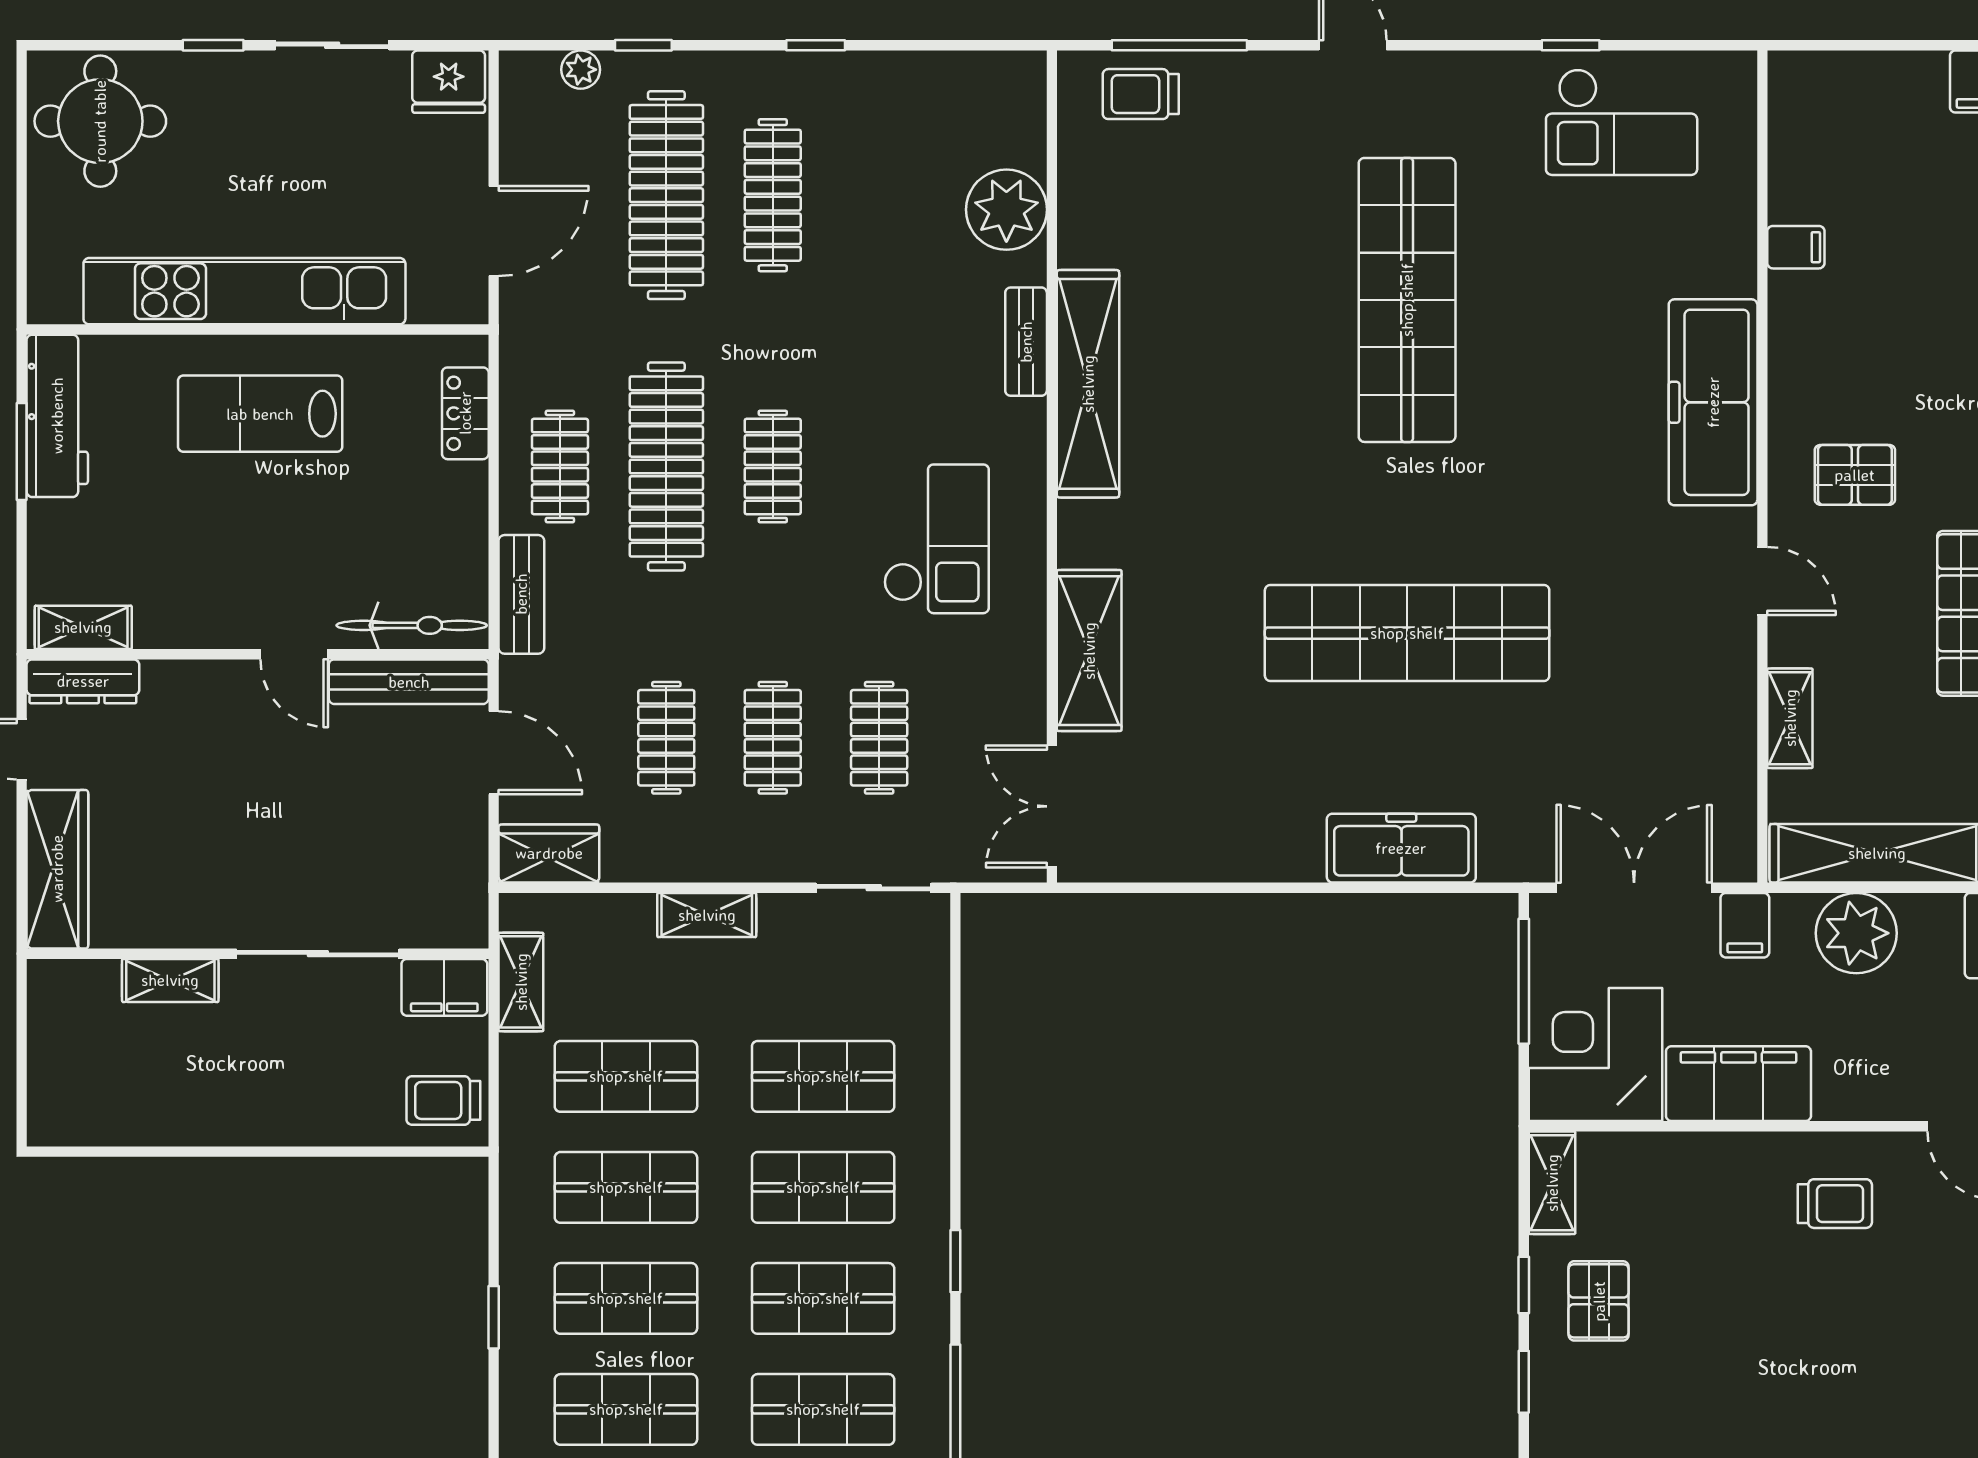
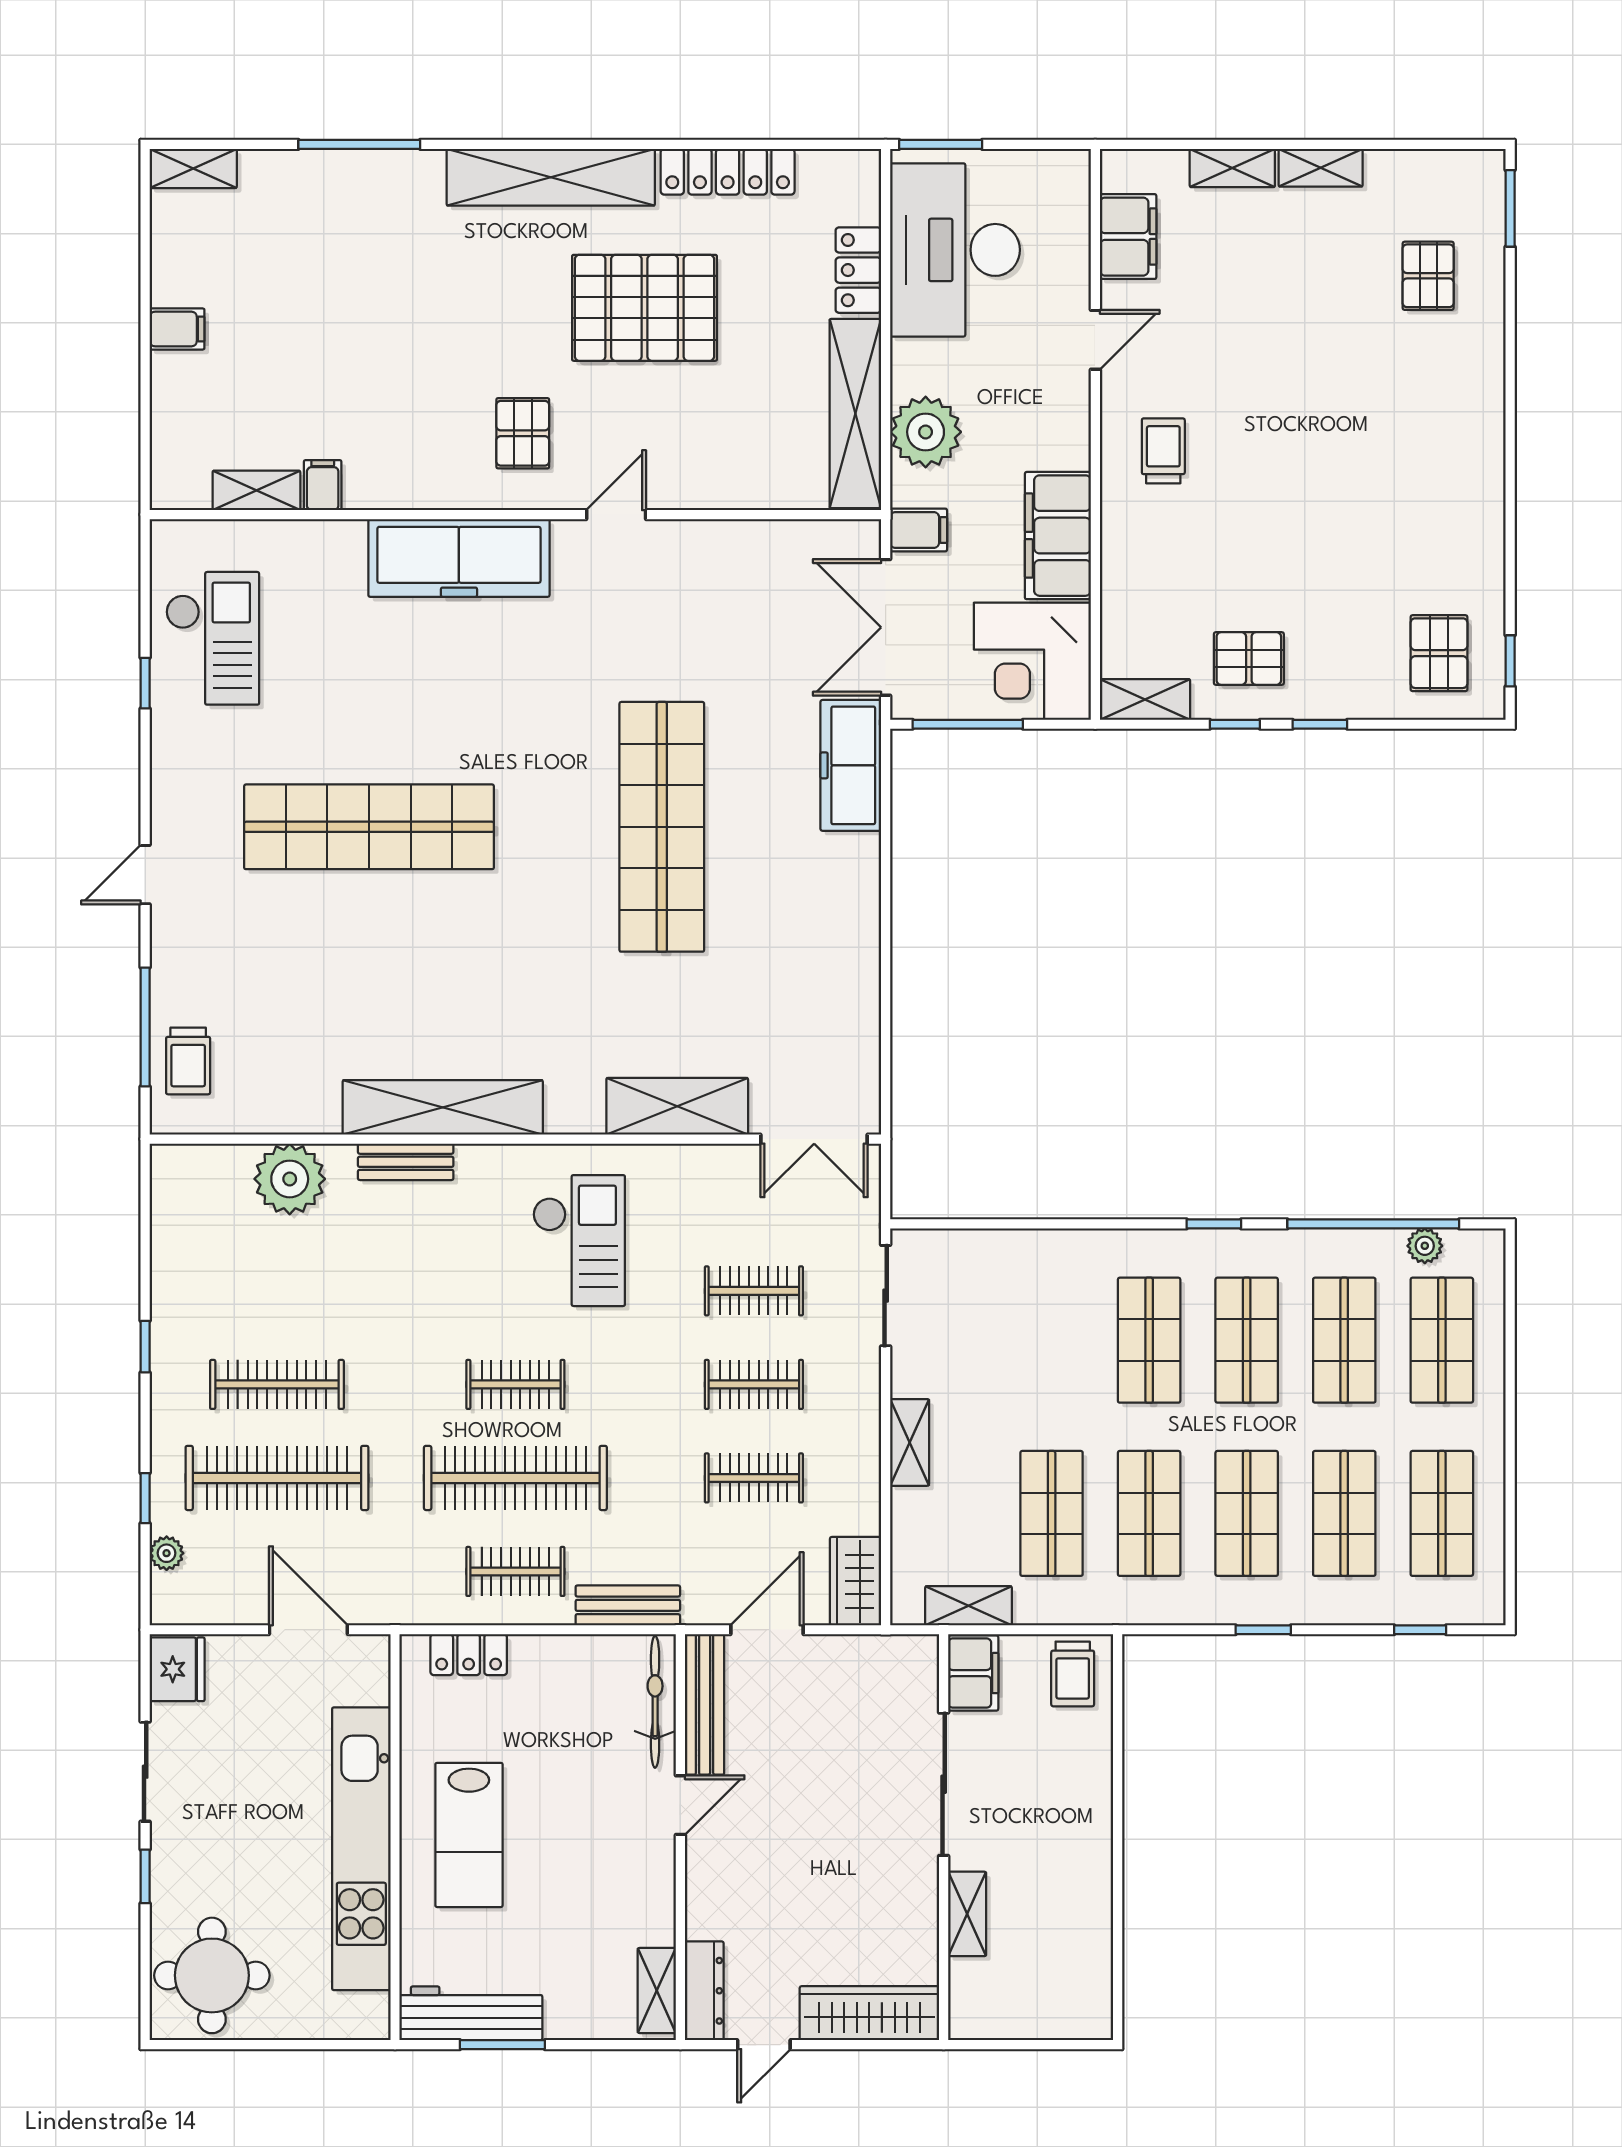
checkout: (936, 539) -> (579, 1241), turned 90
shelving: (1790, 718) -> (256, 490), moved
freezer: (1401, 848) -> (851, 765), moved
shop shelf: (823, 1076) -> (1052, 1340), removed

